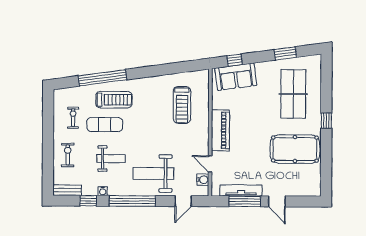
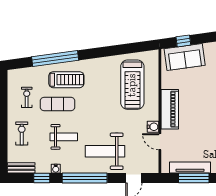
treadmill: (182, 105) -> (132, 85), width x1.37, depth x1.38
water cooler: (203, 180) -> (153, 127), moved

